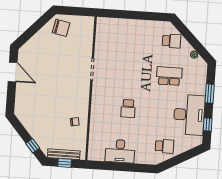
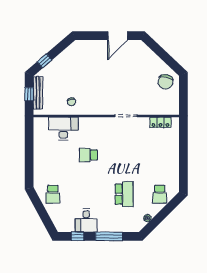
locker: (101, 35) -> (160, 122), added
window: (210, 94) -> (109, 236), width x1.44
desk: (189, 115) -> (86, 220), width x0.53, depth x0.77
desk: (120, 151) -> (63, 128), moved, turned 90

